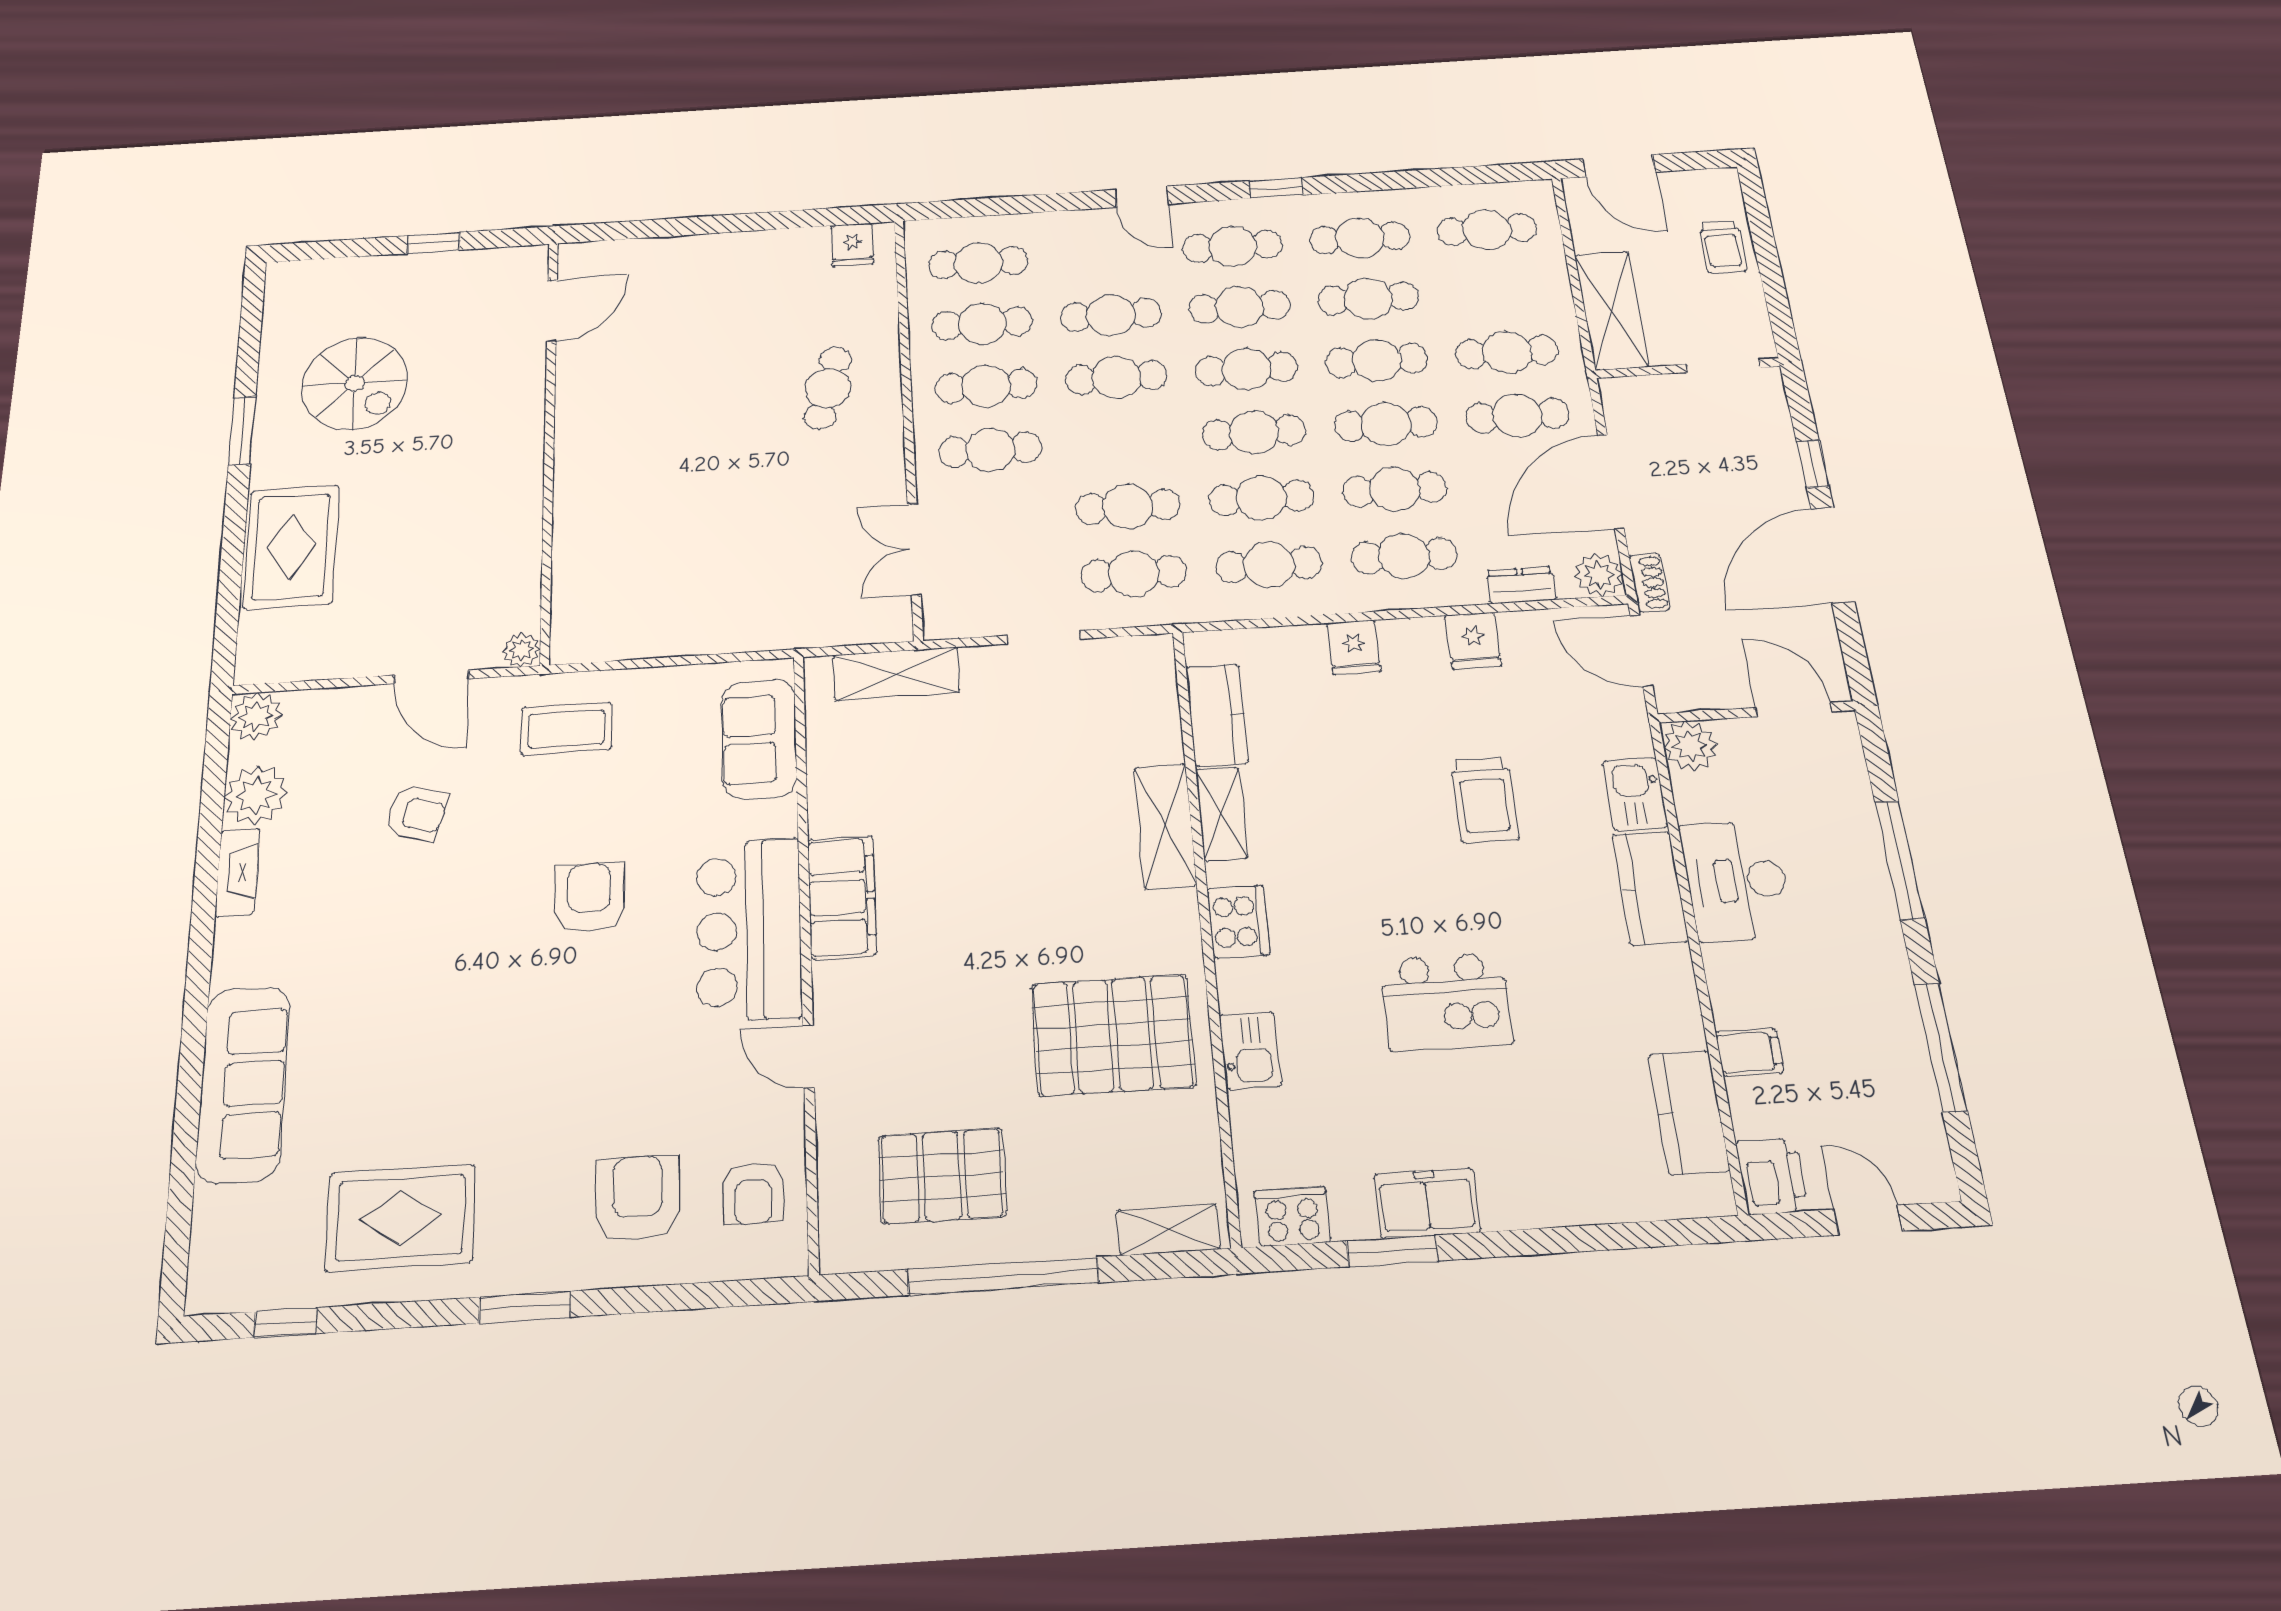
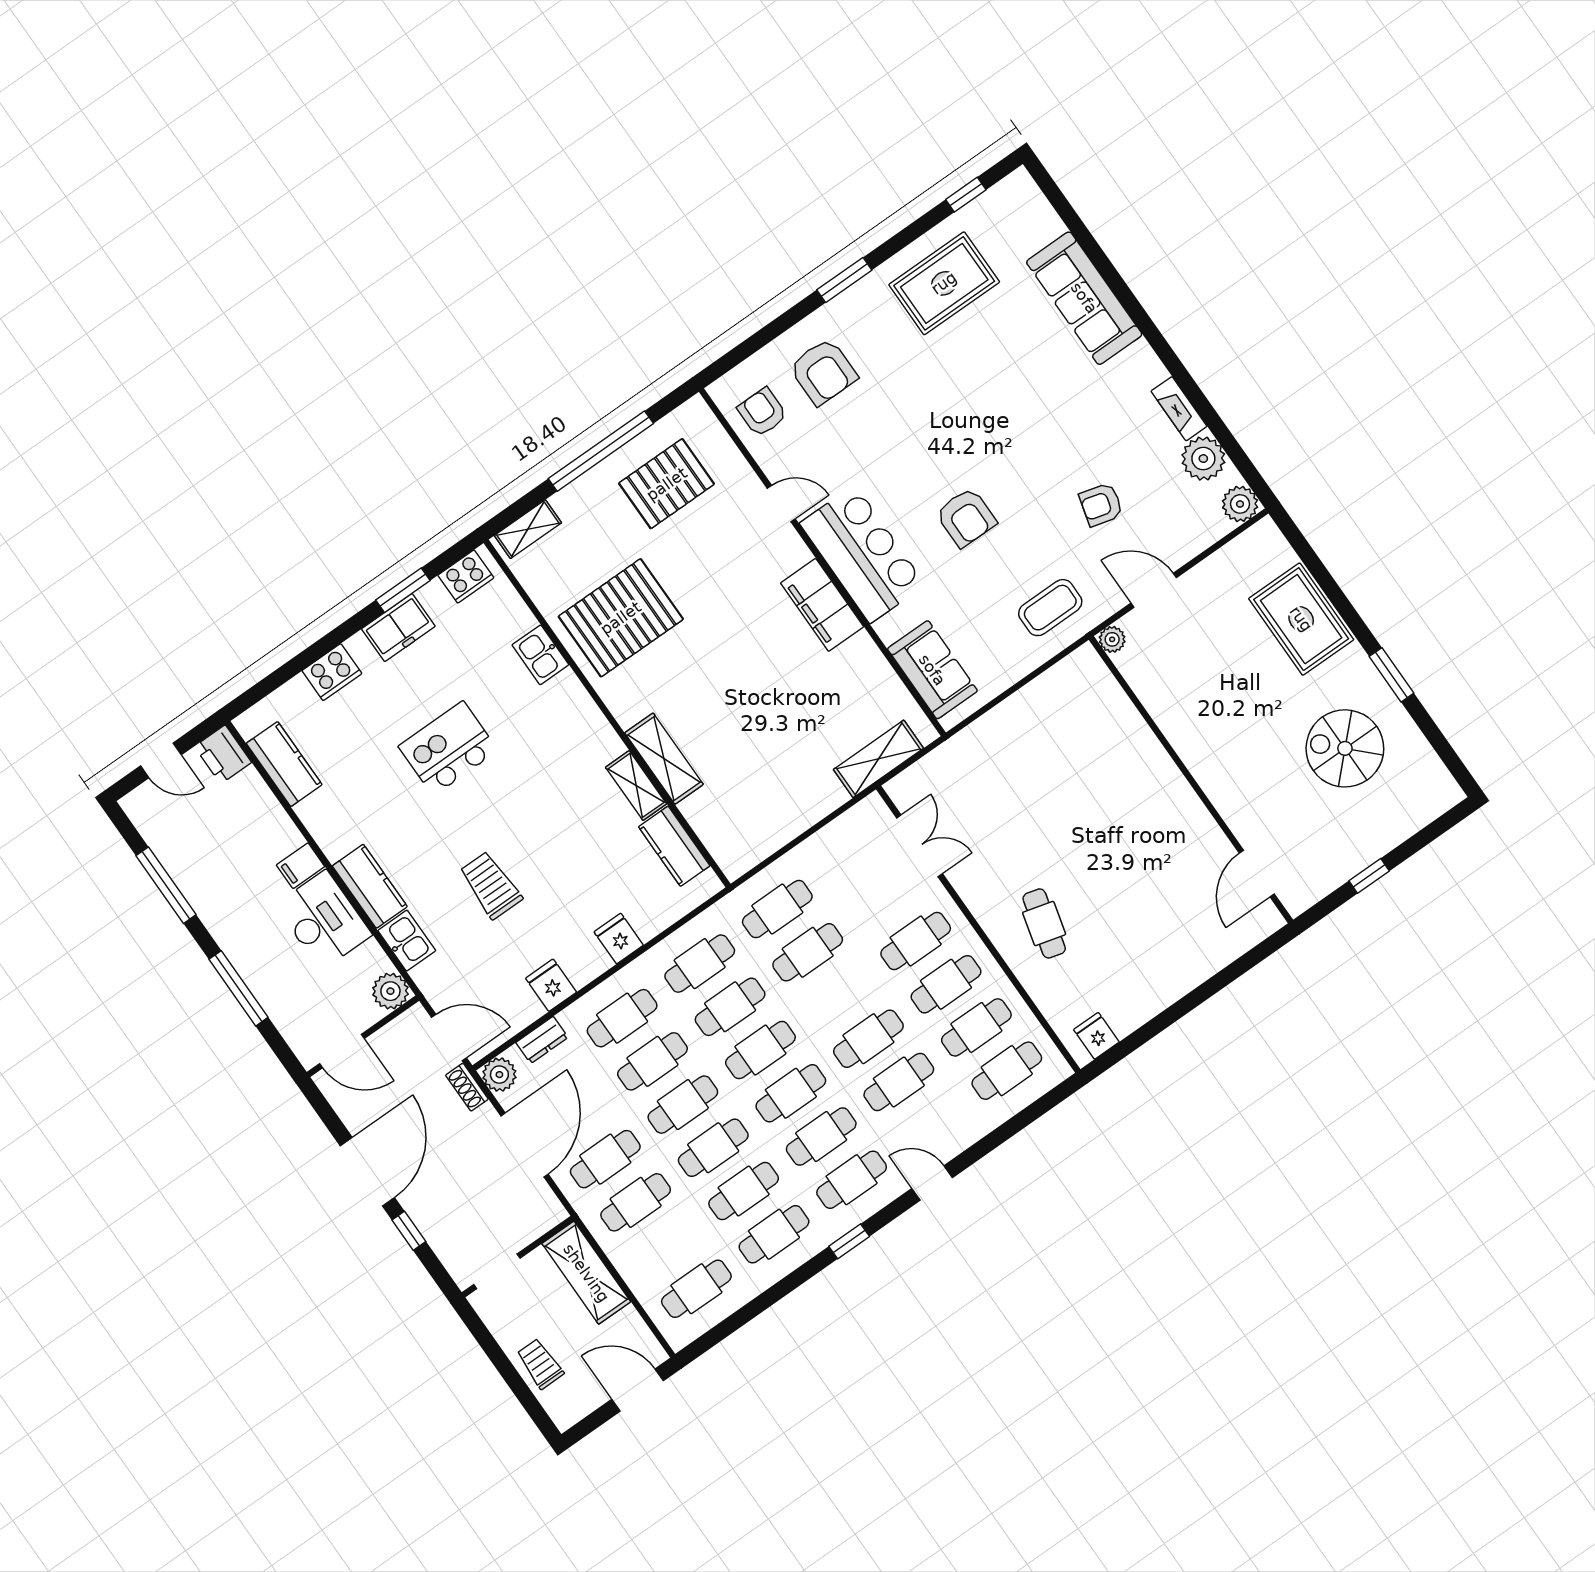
doorway: (1044, 637) -> (806, 835), removed
cooker: (1238, 922) -> (332, 672), moved, turned -90
filing cabinet: (1750, 1052) -> (301, 866), moved

